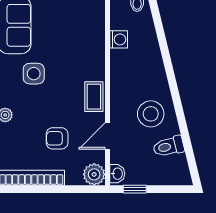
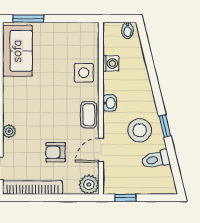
side table: (34, 74) -> (84, 73), moved
window: (179, 109) -> (165, 126), added
washbasin: (117, 174) -> (110, 103), moved

